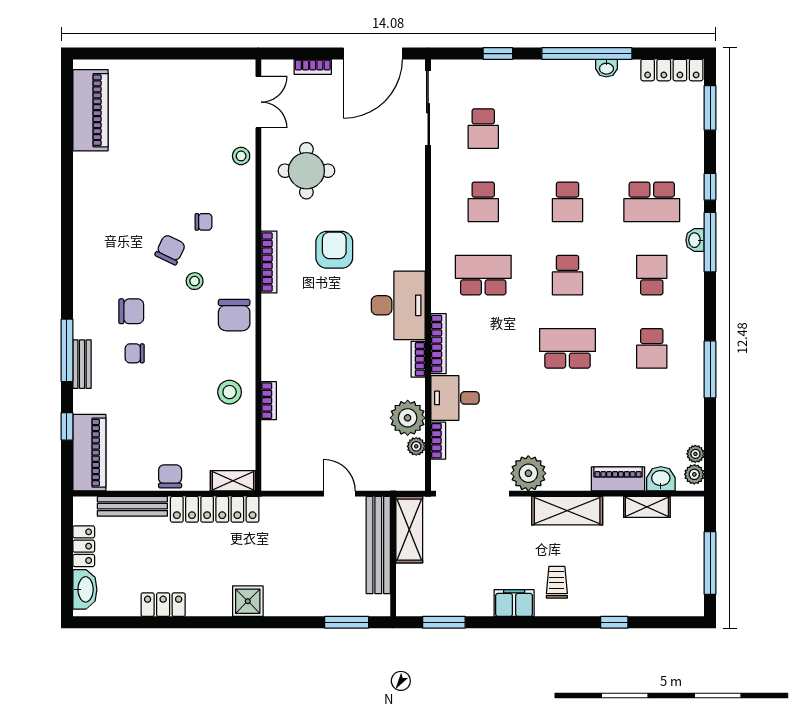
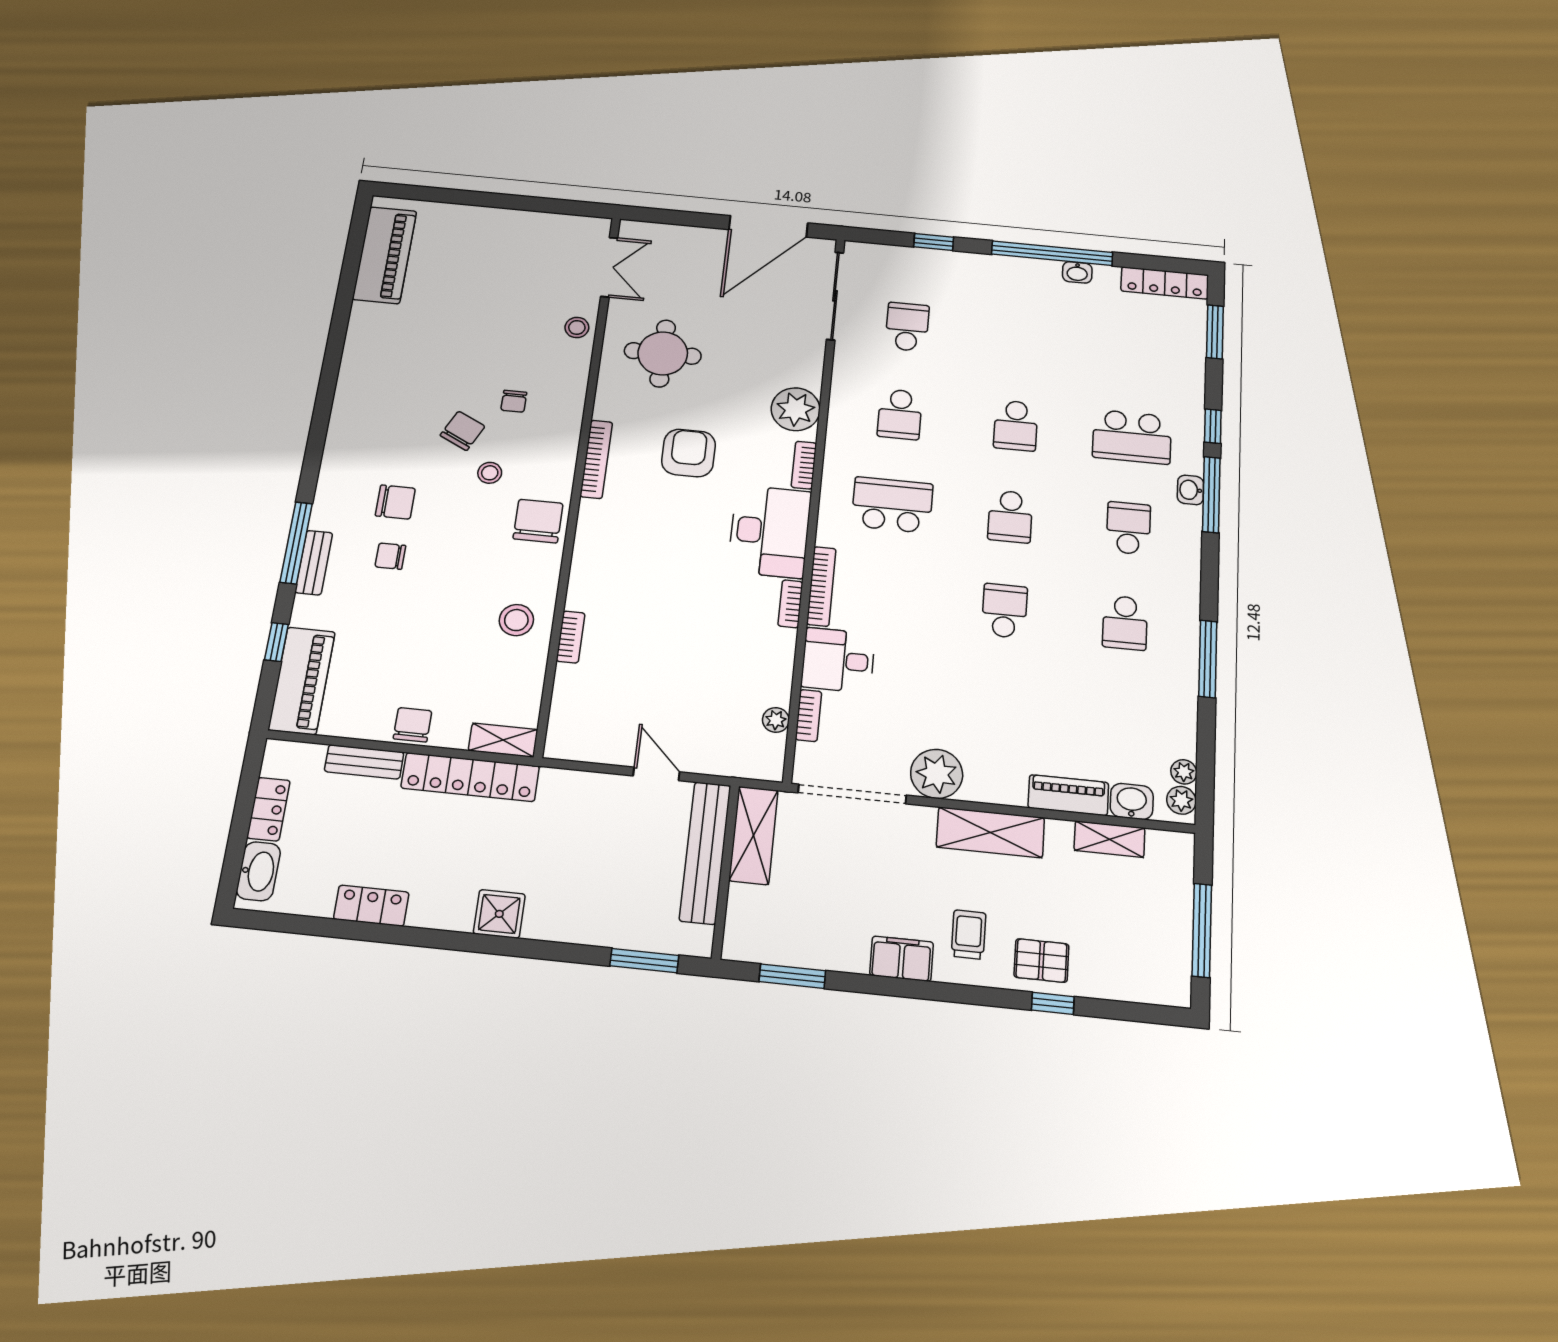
bookcase: (313, 67) -> (804, 465), moved, turned 90
school desk: (483, 129) -> (907, 327), turned 180
chair: (204, 222) -> (514, 401), turned 90
chair: (234, 315) -> (538, 521), turned 180
school desk: (568, 348) -> (1004, 611), width x0.54
plant: (408, 418) -> (796, 409), moved
bench: (132, 506) -> (364, 762), width x0.73
pallet: (606, 595) -> (1041, 961), added

